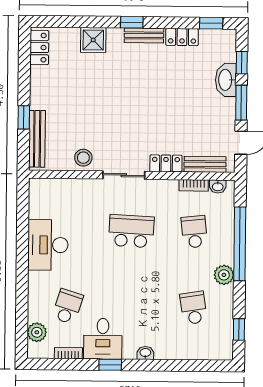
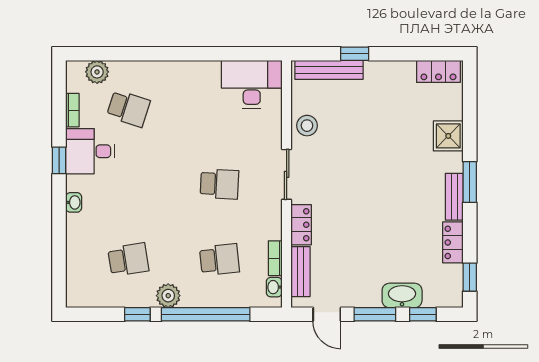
window: (132, 22) -> (470, 182), width x1.50
school desk: (131, 231) -> (219, 184), width x0.54
desk: (48, 245) -> (252, 84), moved
window: (239, 329) -> (137, 314), moved

